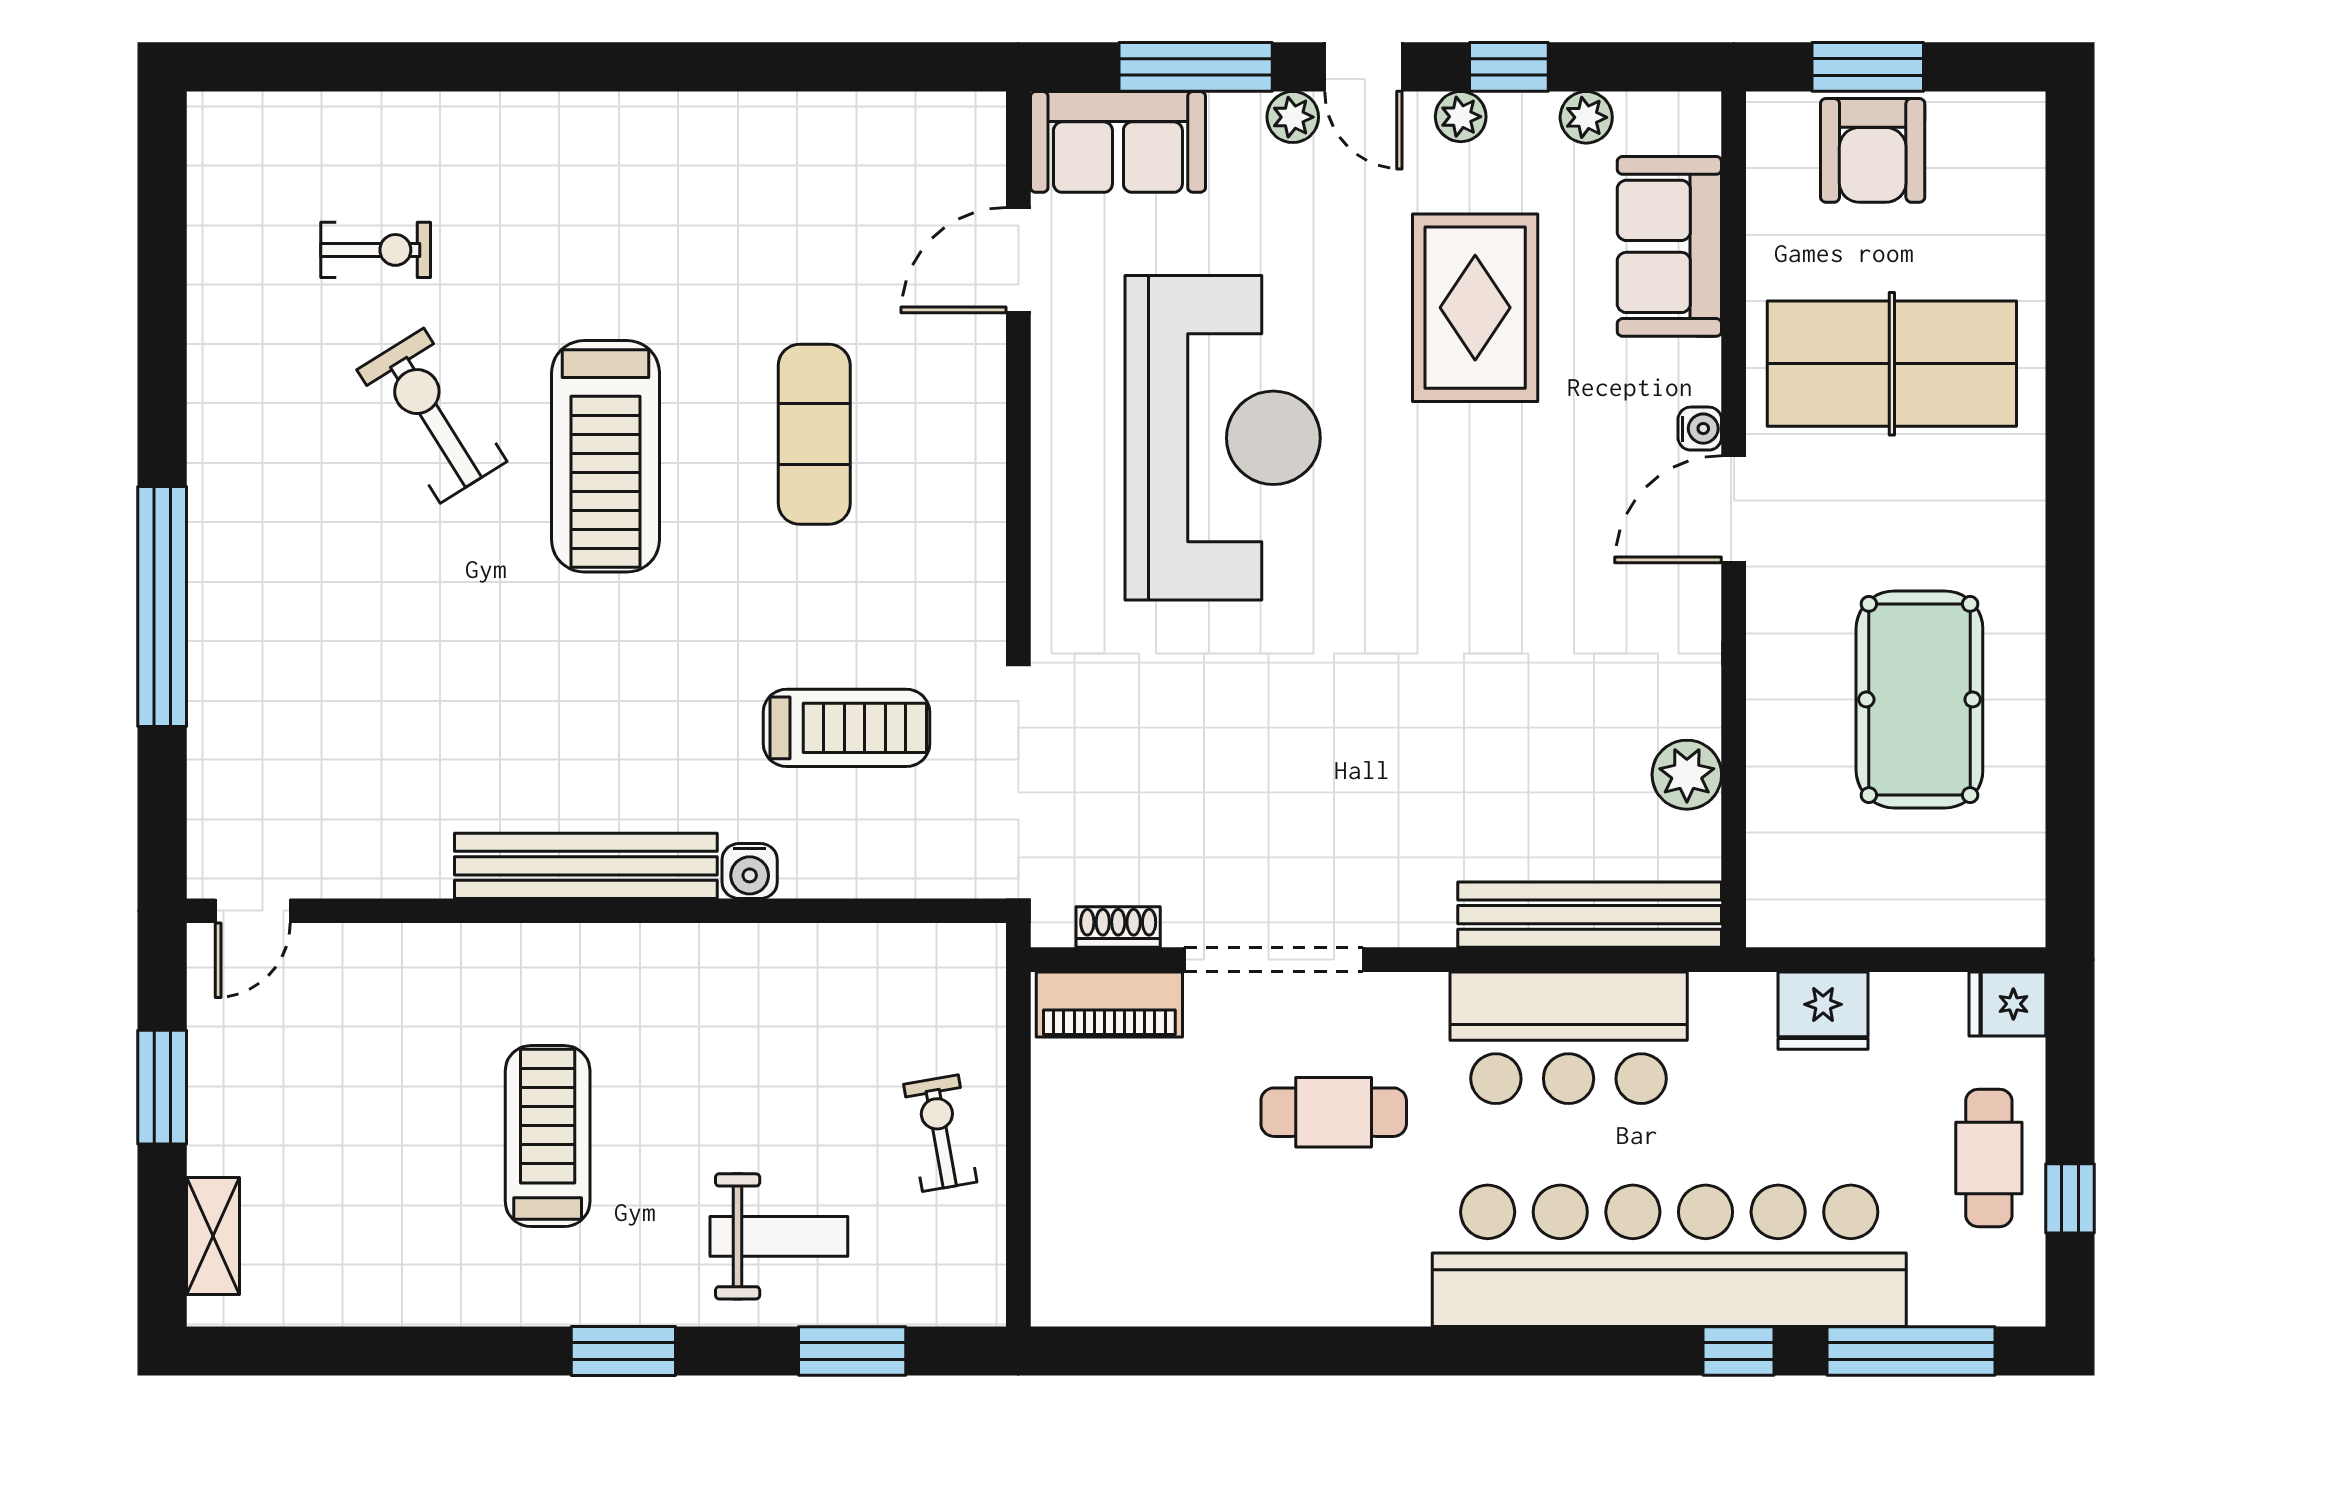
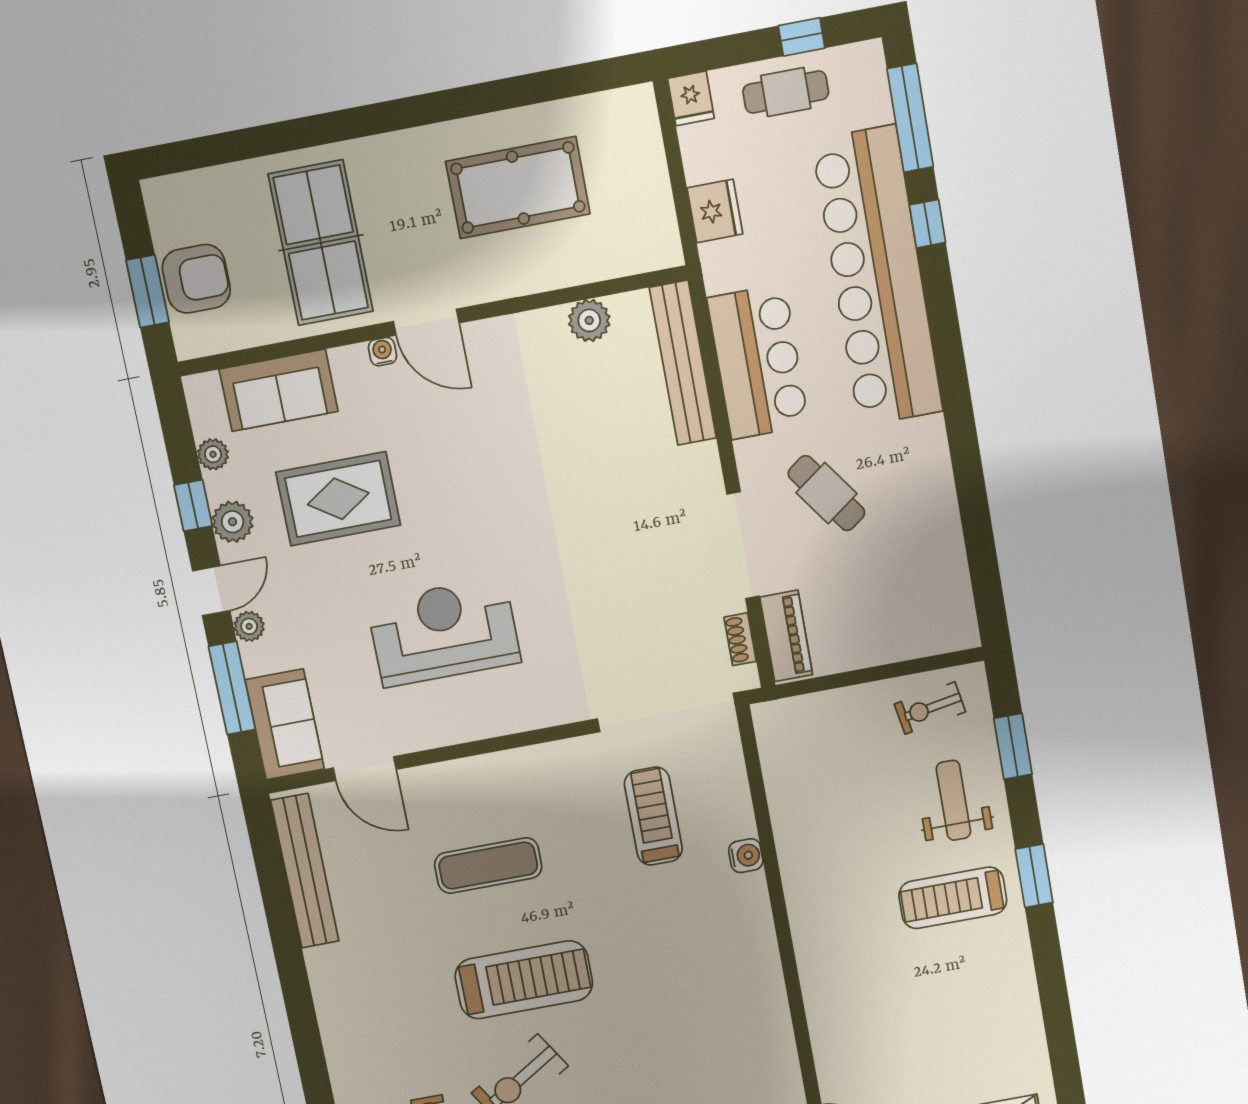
plant: (1461, 117) -> (233, 522), width x1.38, depth x1.38
reception desk: (1223, 438) -> (444, 632), width x0.74, depth x0.77
bench: (586, 866) -> (305, 871), moved
cafe table: (1334, 1112) -> (826, 493), turned -36
exercise bike: (940, 1133) -> (930, 708), moved
treadmill: (548, 1136) -> (953, 898), moved

